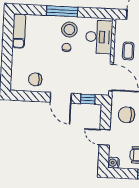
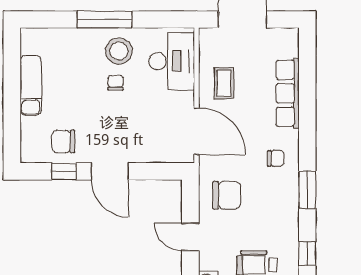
exam couch: (19, 31) -> (31, 85), moved
window: (88, 99) -> (64, 171), moved
chair: (127, 115) -> (227, 195), turned 180

